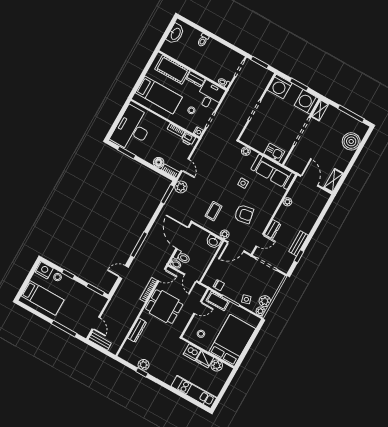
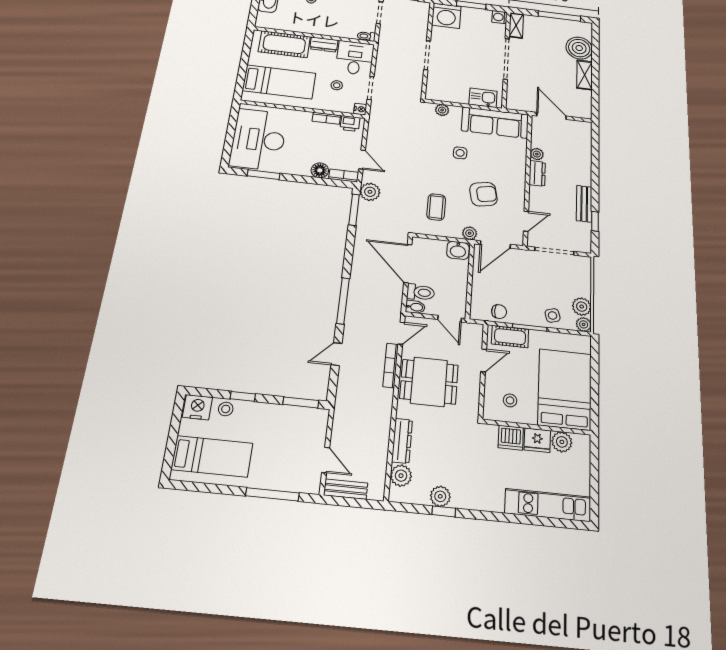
washing machine: (307, 102) -> (499, 17), width x0.53, depth x0.53
shelving: (333, 180) -> (585, 75), moved
dresser: (273, 229) -> (537, 173), moved
plant: (129, 347) -> (401, 476), added

